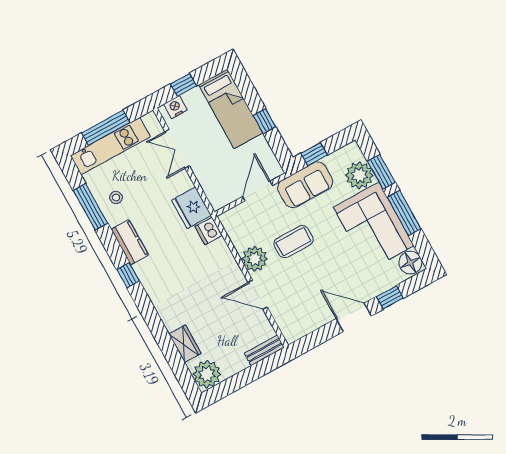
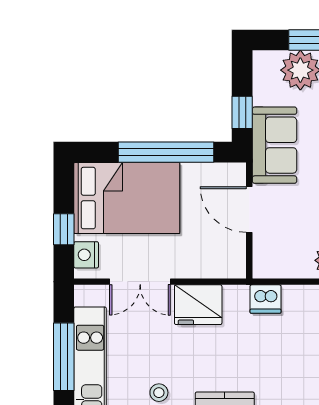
bed: (231, 109) -> (127, 198), width x1.50
window: (264, 121) -> (166, 152), width x3.17
fridge: (191, 208) -> (198, 305), moved

